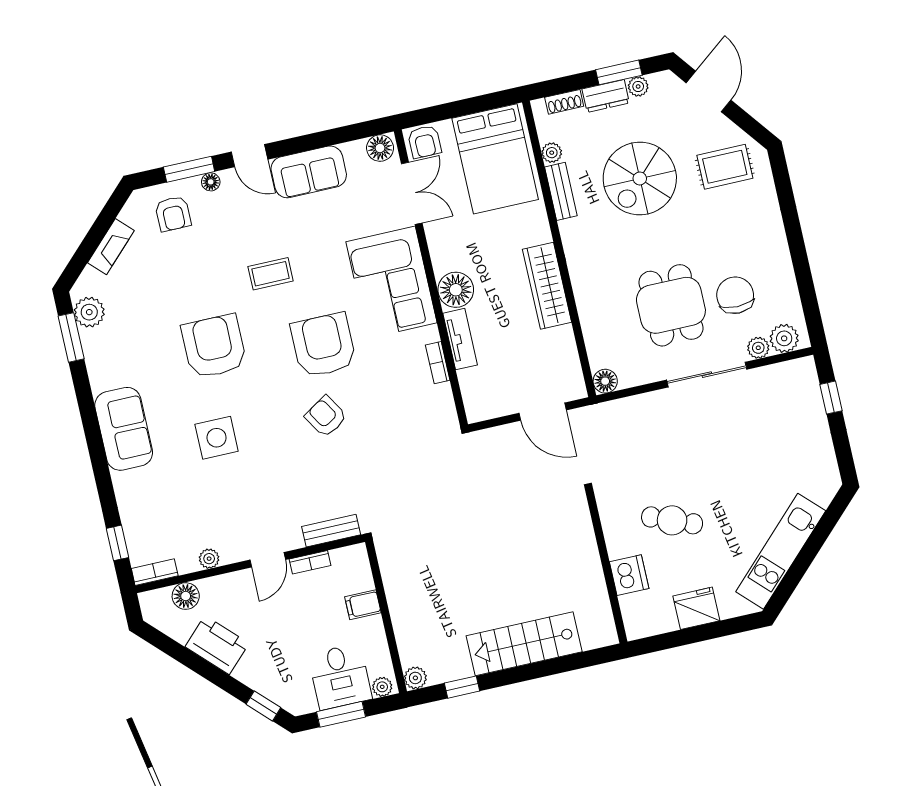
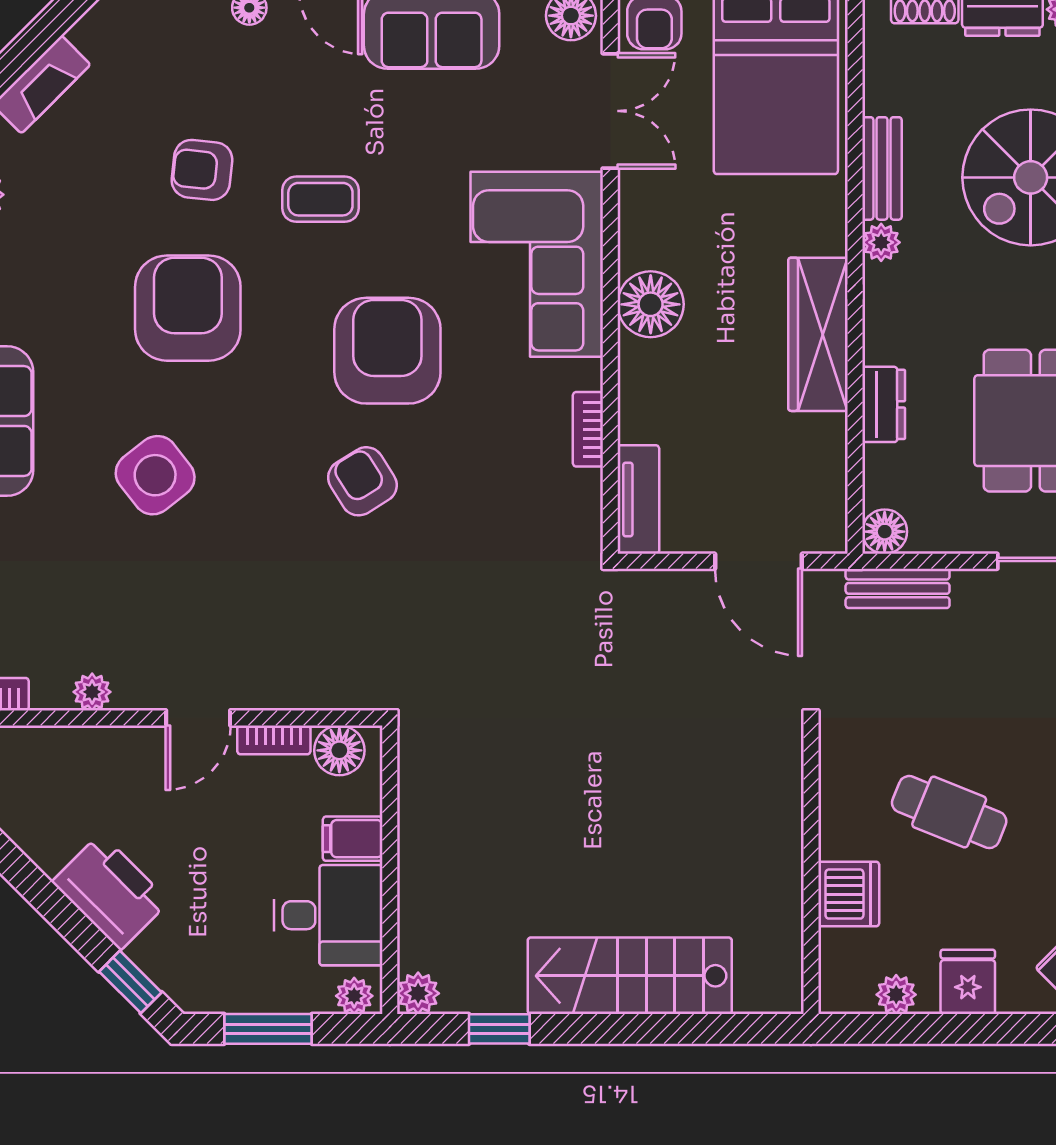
plant: (552, 153) -> (881, 242), moved
armchair: (173, 214) -> (202, 170), moved, turned 96
dresser: (590, 315) -> (884, 404), added
tv unit: (460, 339) -> (638, 499), moved
side table: (217, 438) -> (155, 475), turned -38
bench: (331, 531) -> (898, 588), moved
floor lamp: (186, 596) -> (339, 750), moved
fridge: (696, 608) -> (968, 982), width x0.72
plant: (666, 622) -> (896, 995), added
printer: (217, 645) -> (111, 892), moved
desk: (340, 677) -> (328, 915), moved, turned -90

